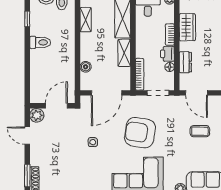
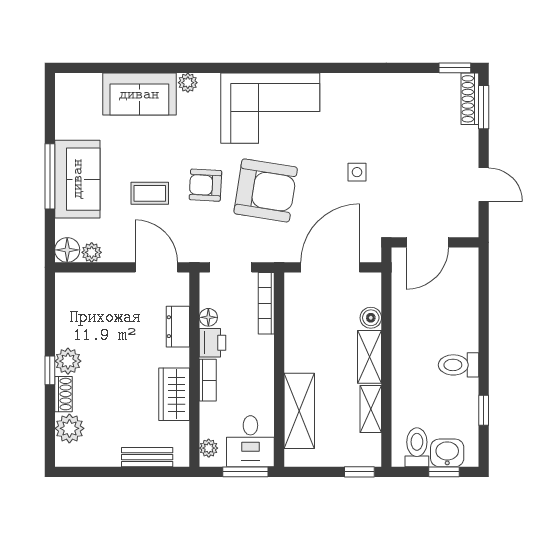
shelving: (124, 53) -> (370, 357), moved
plant: (37, 115) -> (465, 224), removed
armchair: (171, 135) -> (205, 185), added

